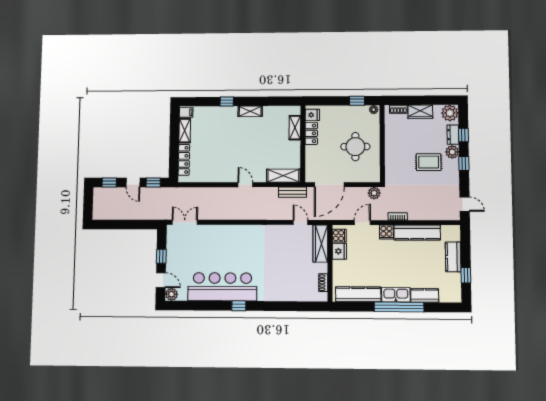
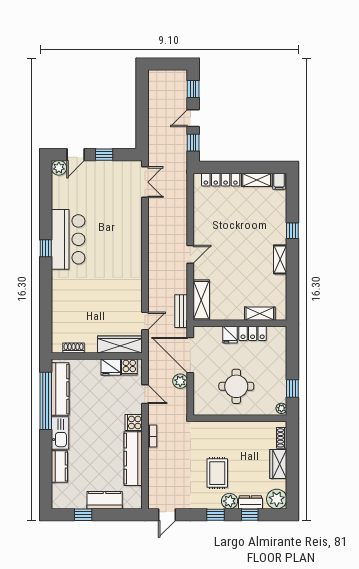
fridge: (312, 115) -> (230, 335), moved
plant: (374, 193) -> (180, 381), moved
bar counter: (222, 287) -> (68, 239), width x0.73
window: (399, 307) -> (46, 401), moved

